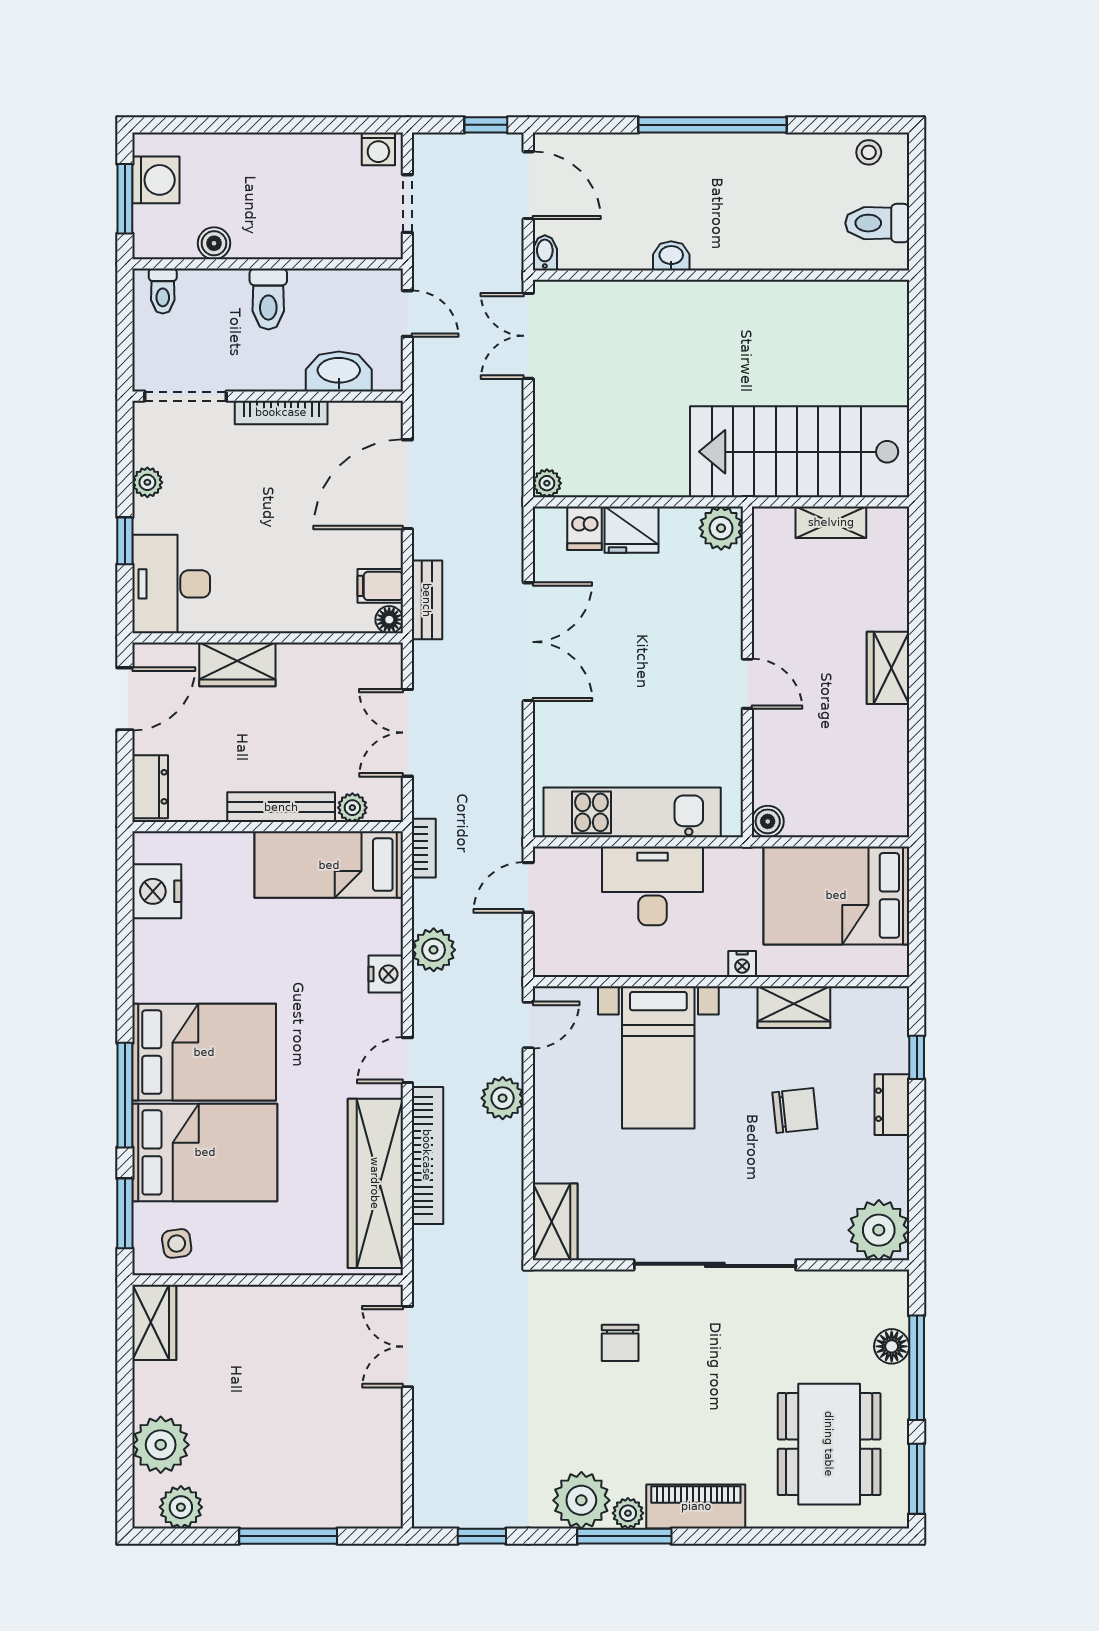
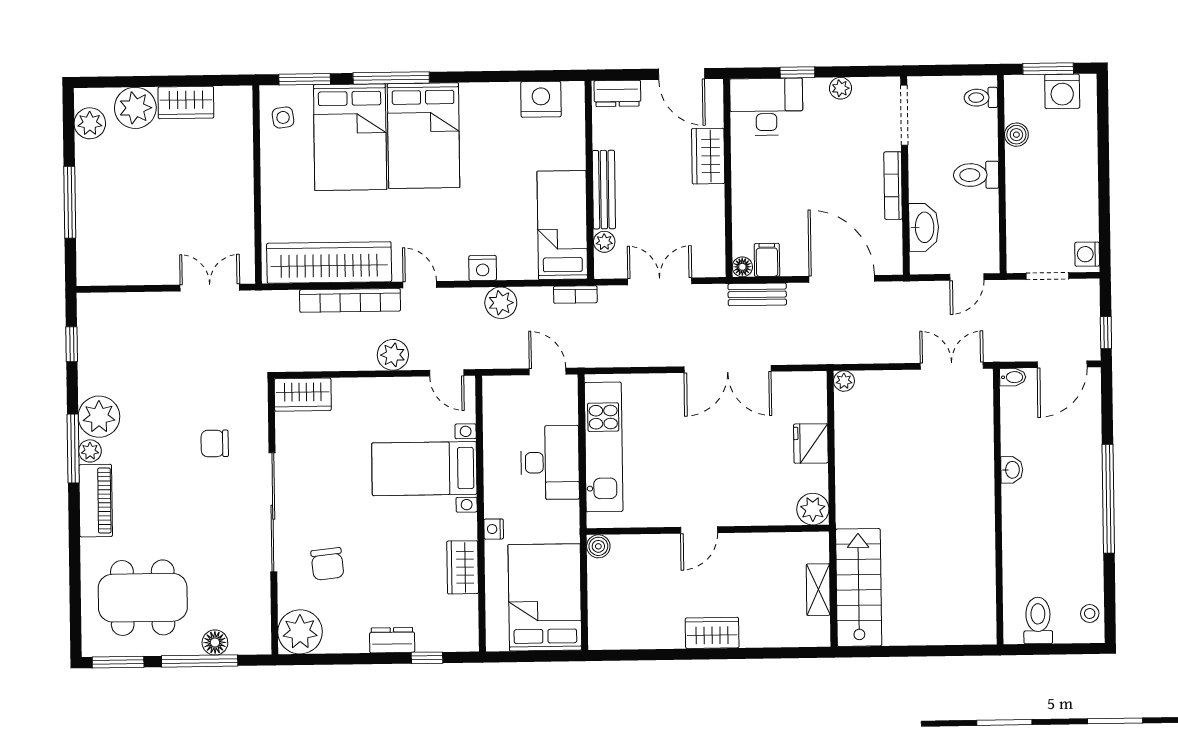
stairs: (800, 452) -> (859, 587), width x0.73, depth x0.66
dishwasher: (585, 528) -> (811, 409), removed
chair: (795, 1111) -> (327, 564), moved
wardrobe: (154, 1322) -> (186, 102), moved

